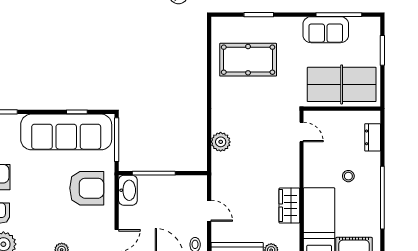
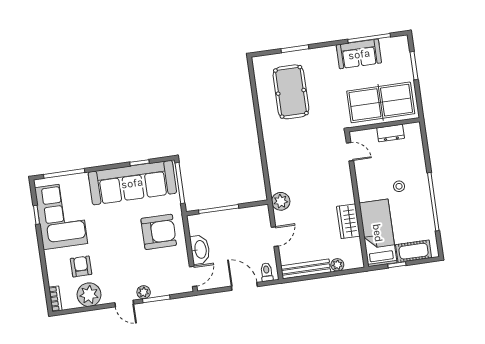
pool table: (248, 60) -> (291, 92), turned 90
dresser: (373, 137) -> (391, 133), moved, turned -90
plant: (221, 142) -> (281, 201), moved
washbasin: (128, 190) -> (200, 249), moved
door: (209, 211) -> (275, 237), hinge flipped

